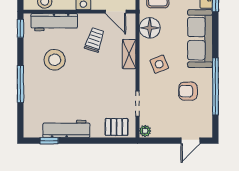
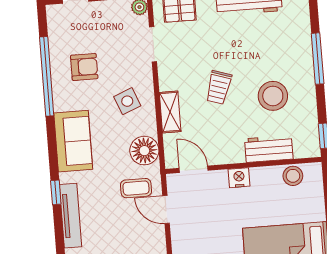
workbench: (54, 22) -> (269, 149), width x0.73
sofa: (200, 39) -> (73, 141), width x0.73
trolley: (95, 40) -> (219, 87), moved

